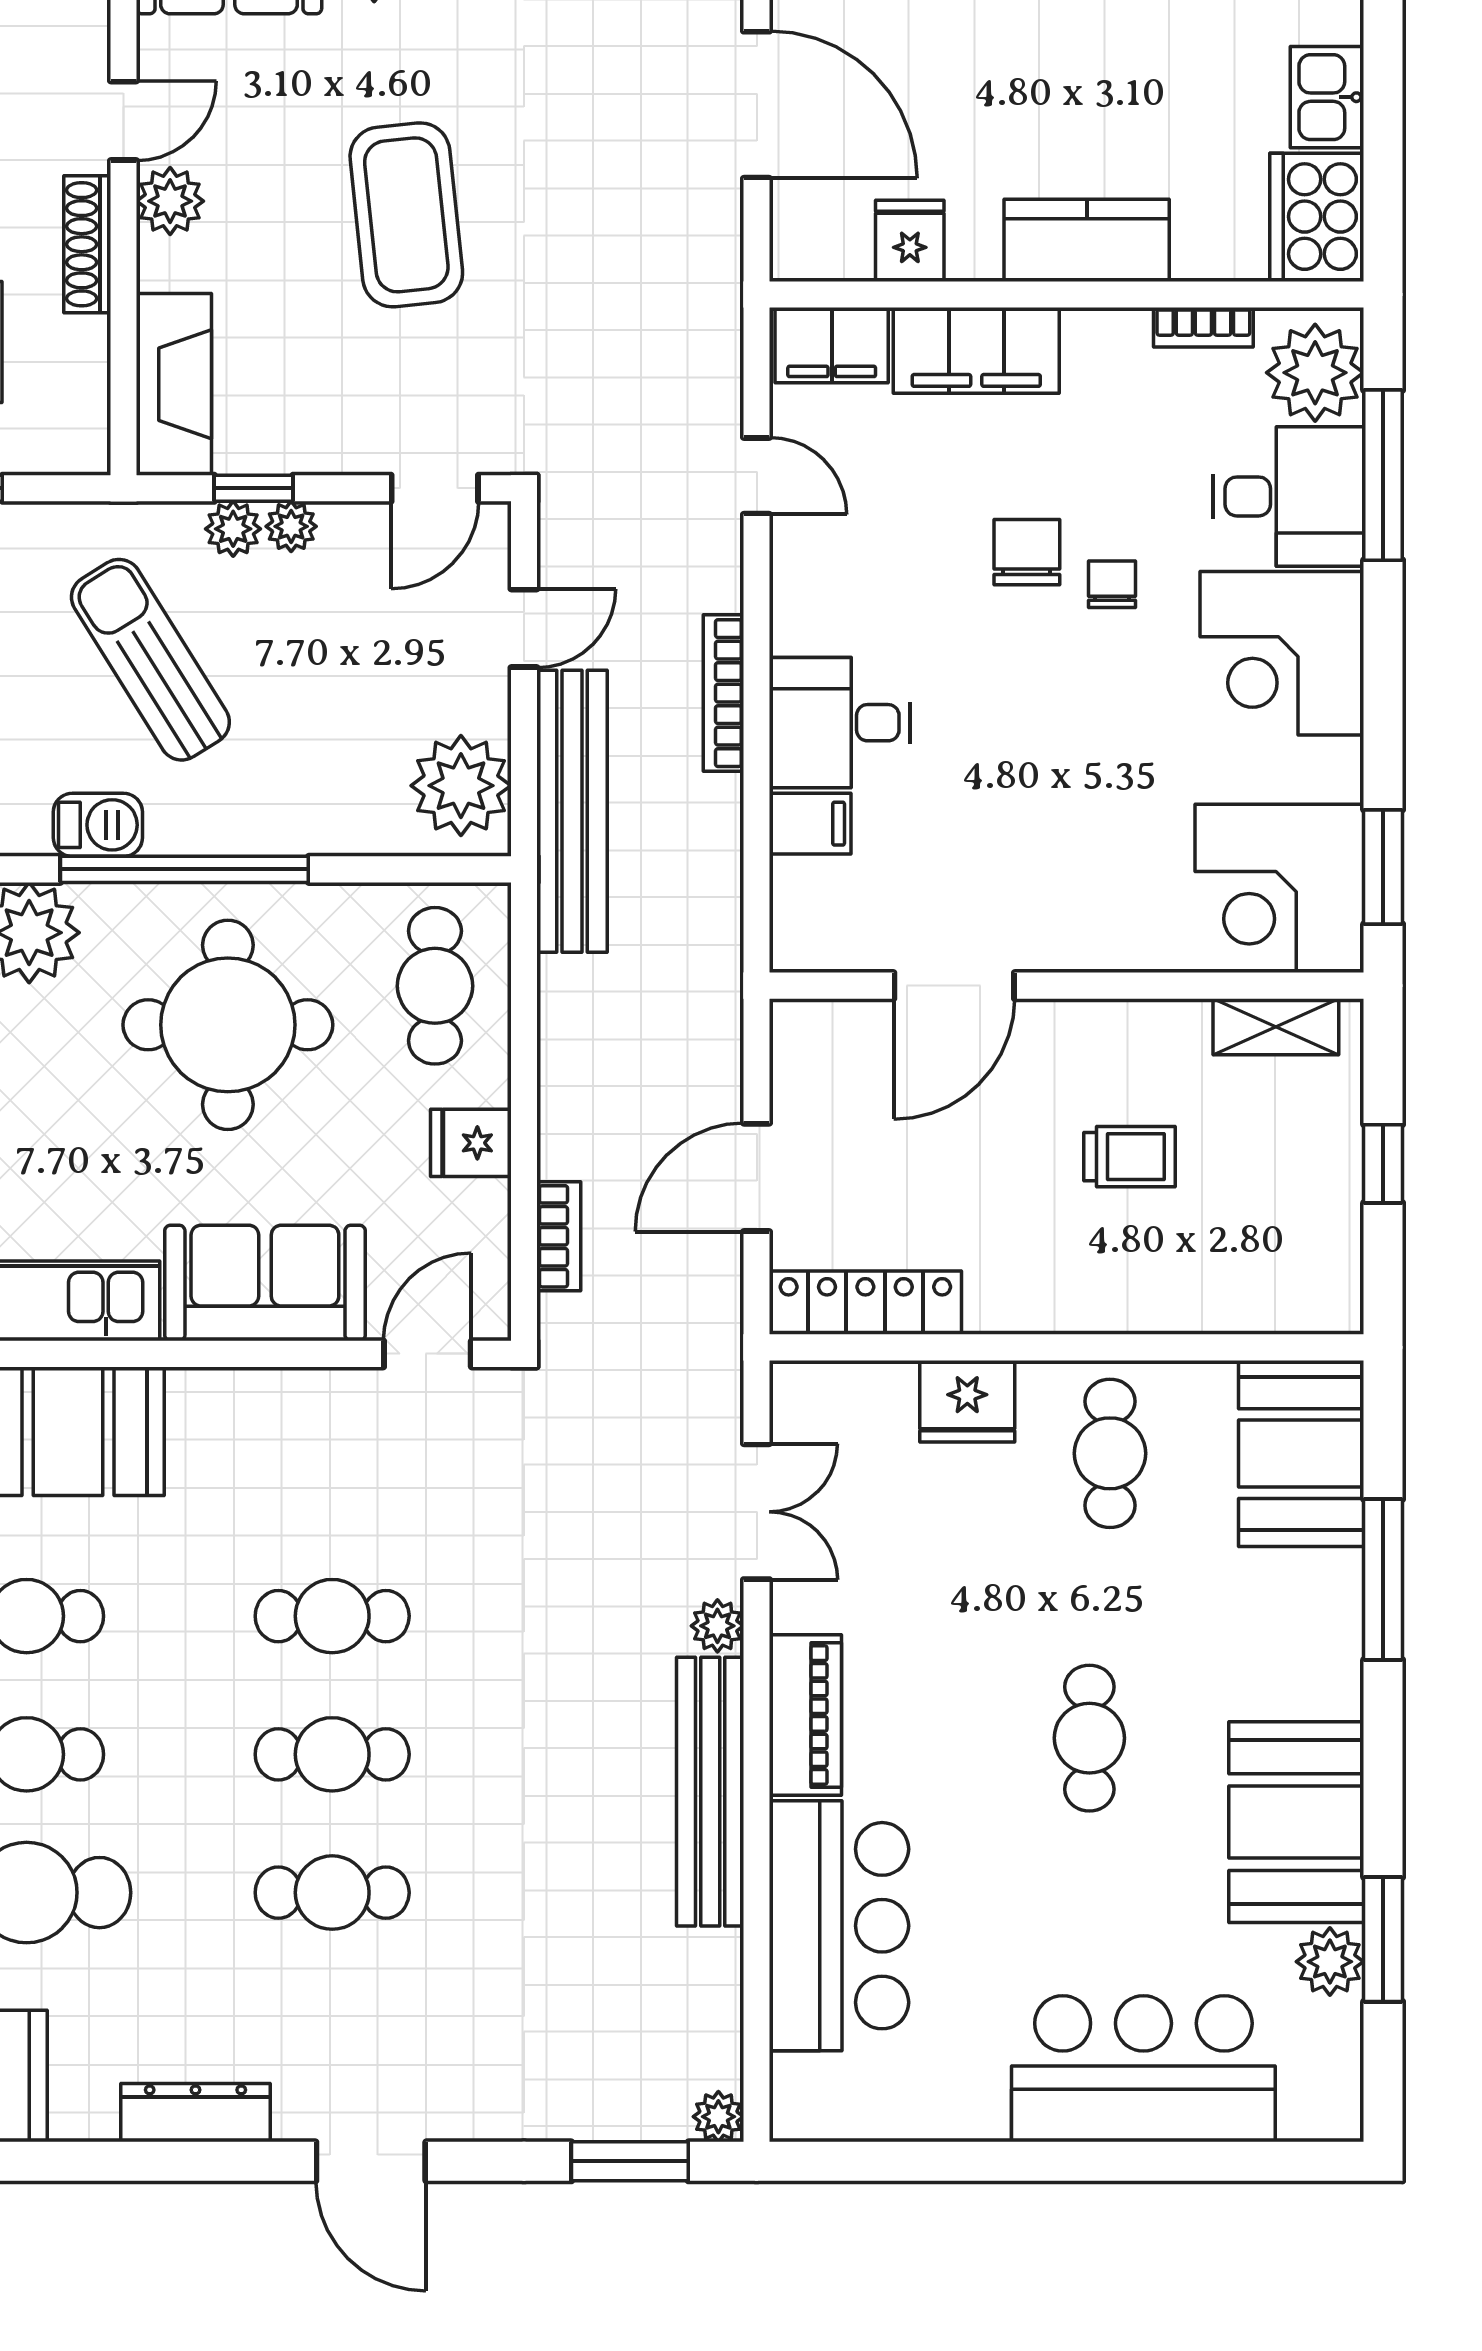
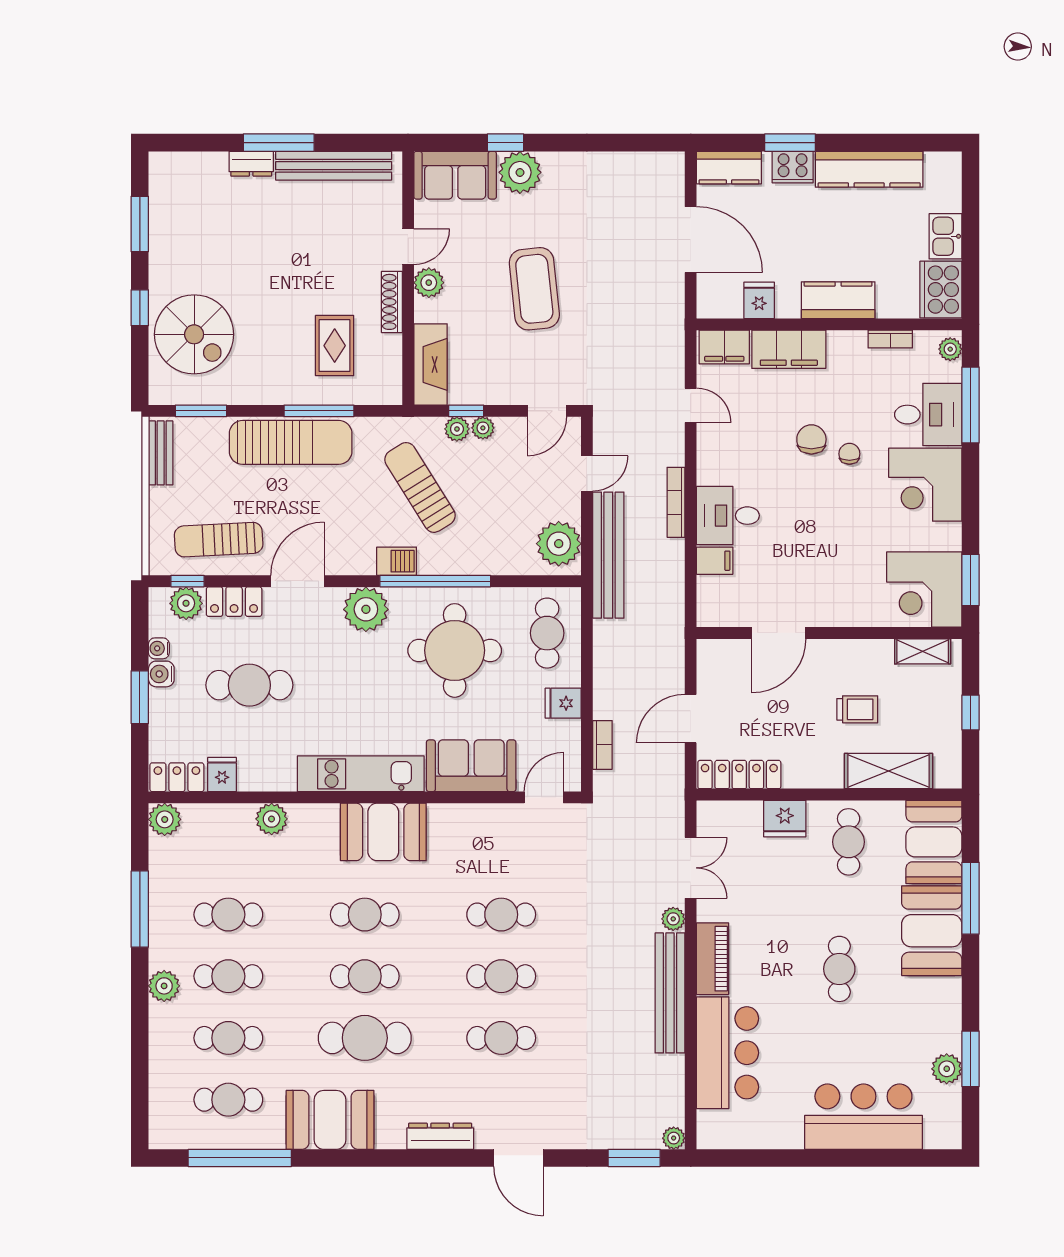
plant: (1315, 373) -> (950, 349), width x0.53, depth x0.53
shelving: (1199, 1295) -> (888, 771), added
booth: (1296, 1822) -> (932, 931), moved

